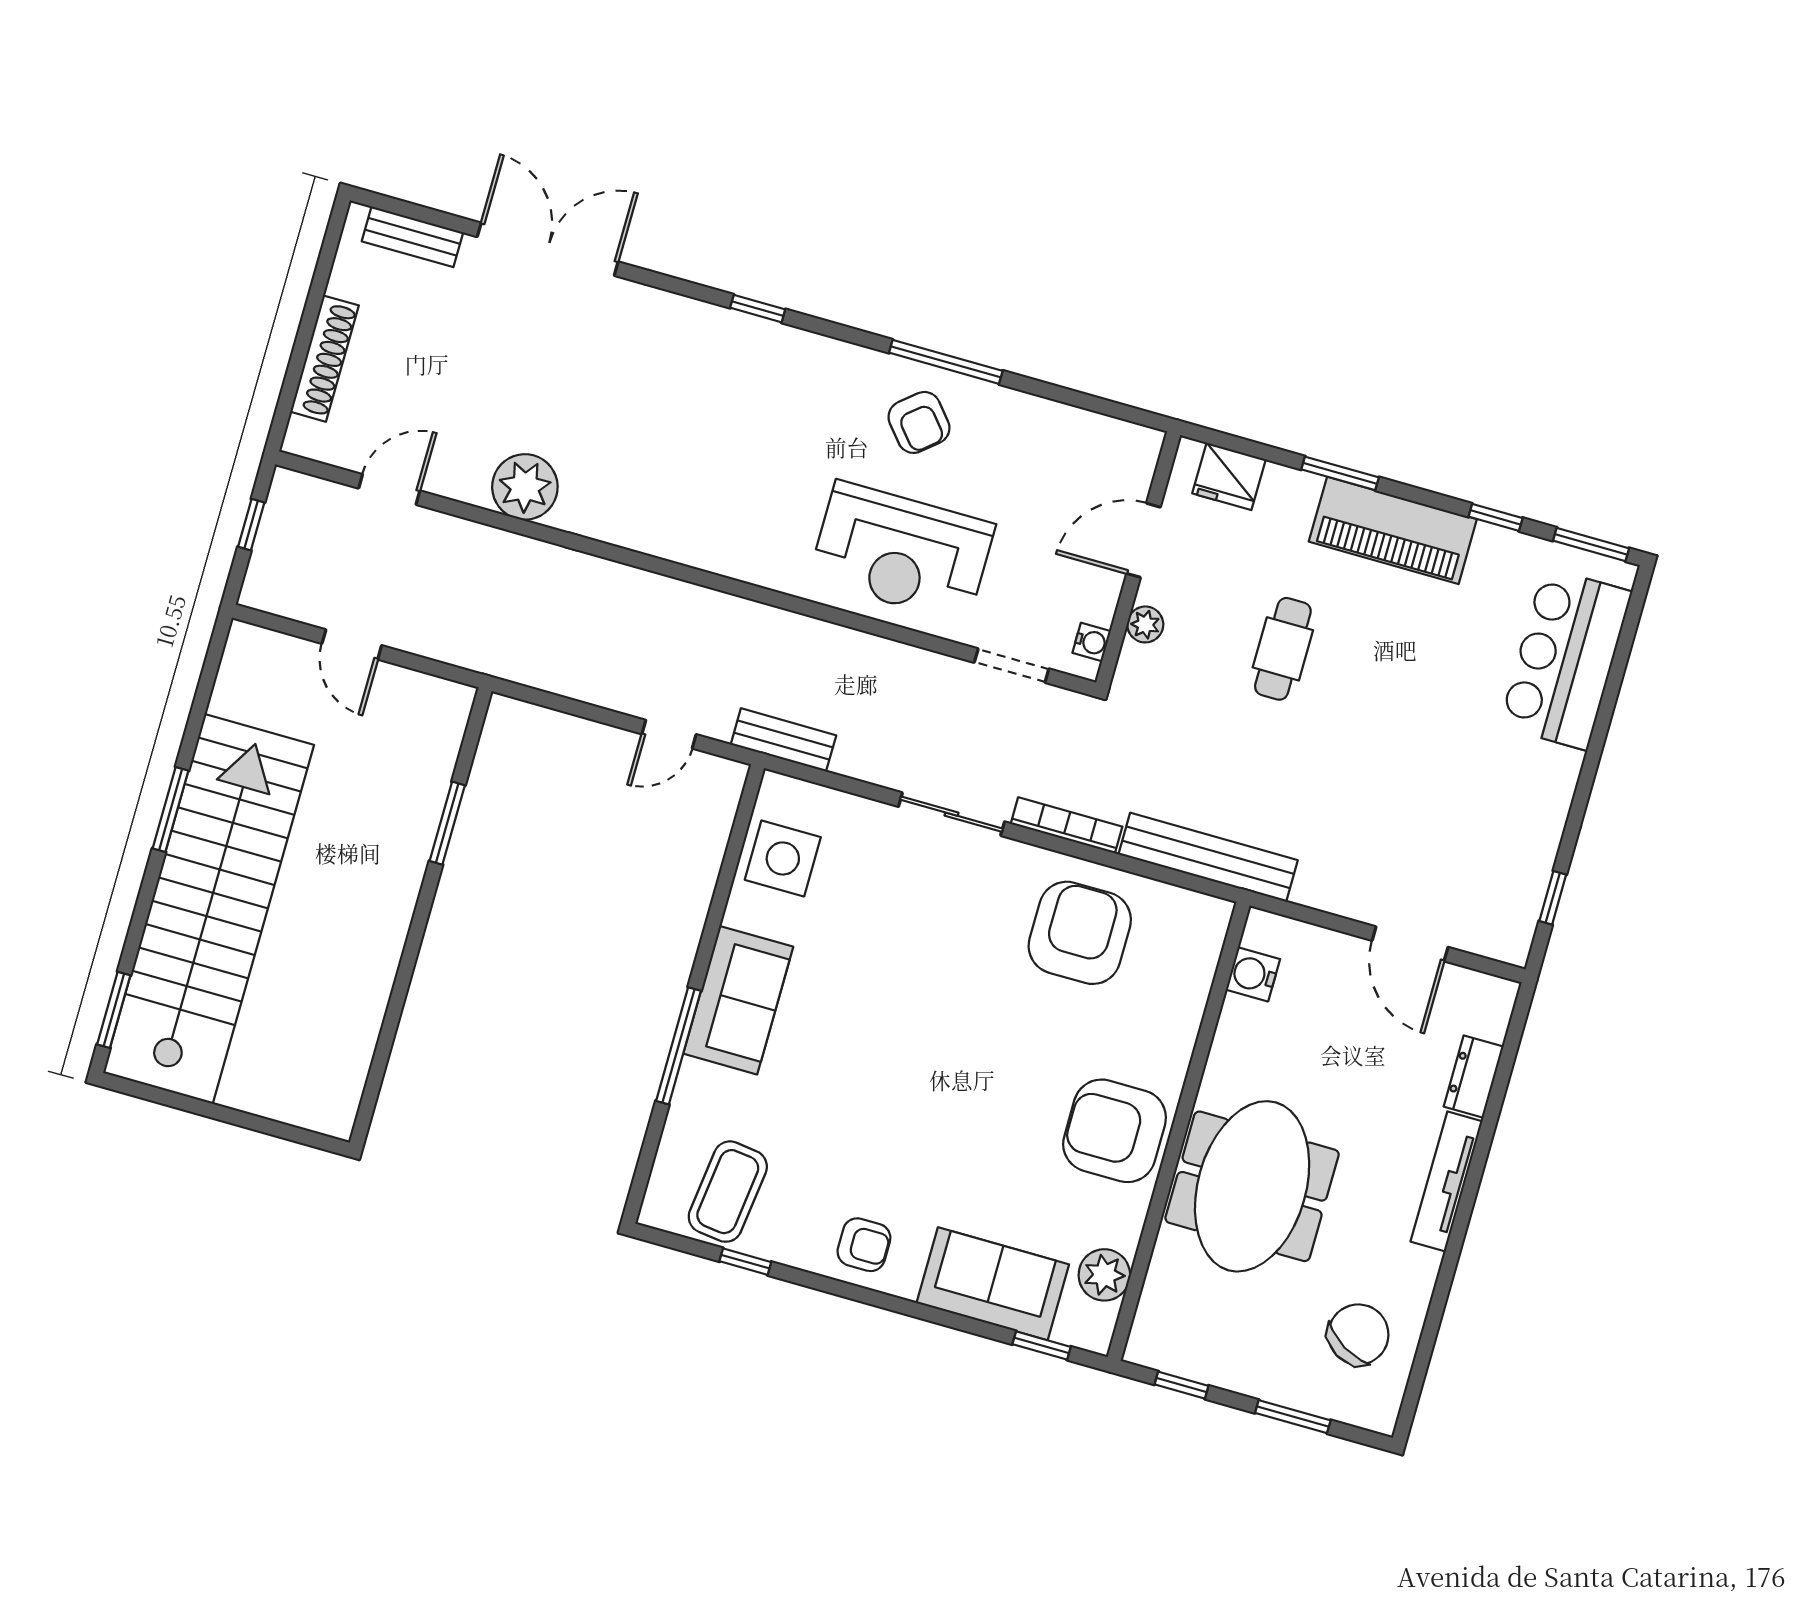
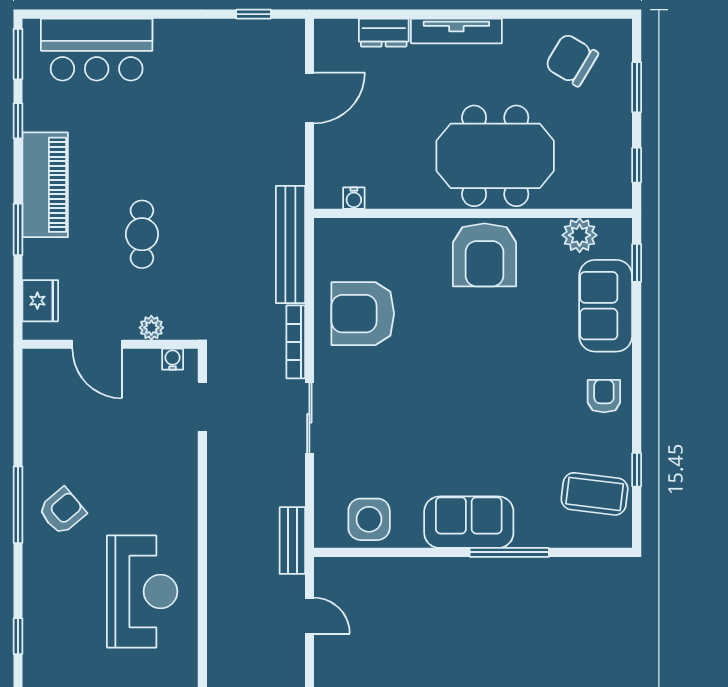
reception desk: (902, 552) -> (142, 591), moved
cafe table: (1283, 649) -> (142, 234), turned 90
water cooler: (1253, 974) -> (354, 198), width x0.72, depth x0.72

